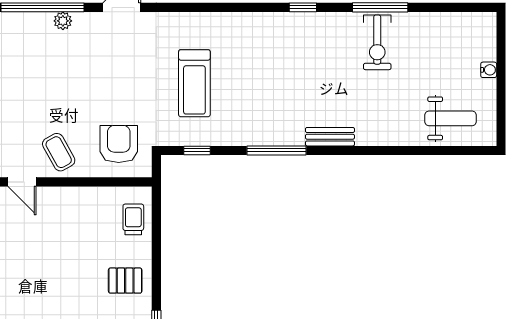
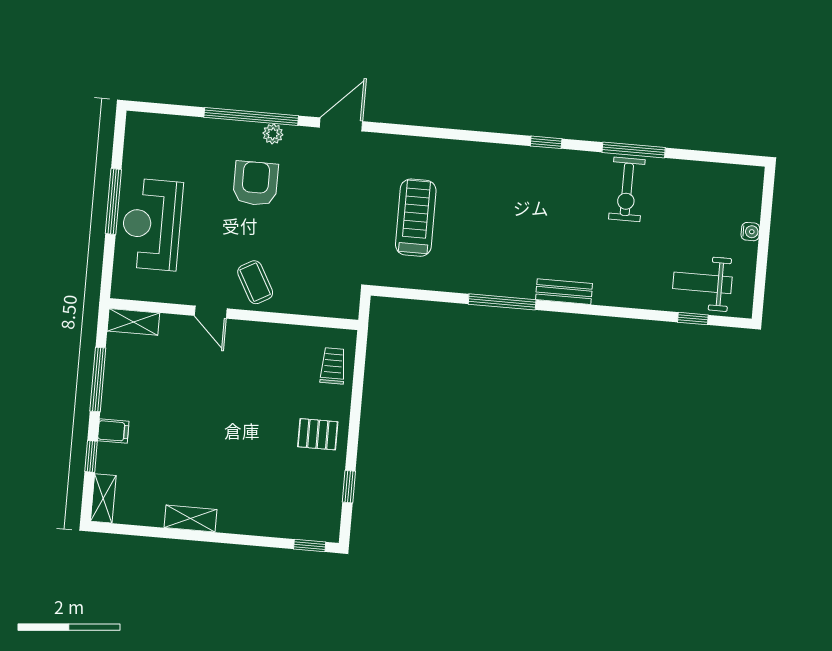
treadmill: (194, 83) -> (416, 218), turned 180
weight bench: (451, 118) -> (702, 283), turned 180
armchair: (119, 144) -> (256, 183), moved
window: (197, 150) -> (693, 319), moved

